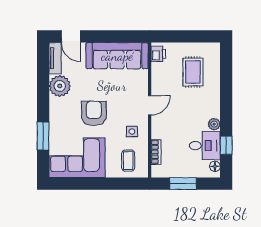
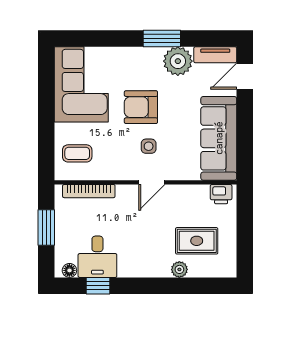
door: (150, 105) -> (152, 182), hinge flipped
armchair: (94, 113) -> (141, 107), turned 180
plant: (214, 124) -> (179, 269), moved
side table: (132, 131) -> (149, 146), moved
window: (43, 136) -> (162, 39), moved
bookcase: (156, 152) -> (89, 191), width x1.56

